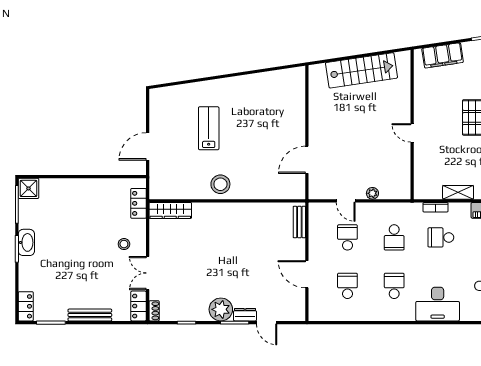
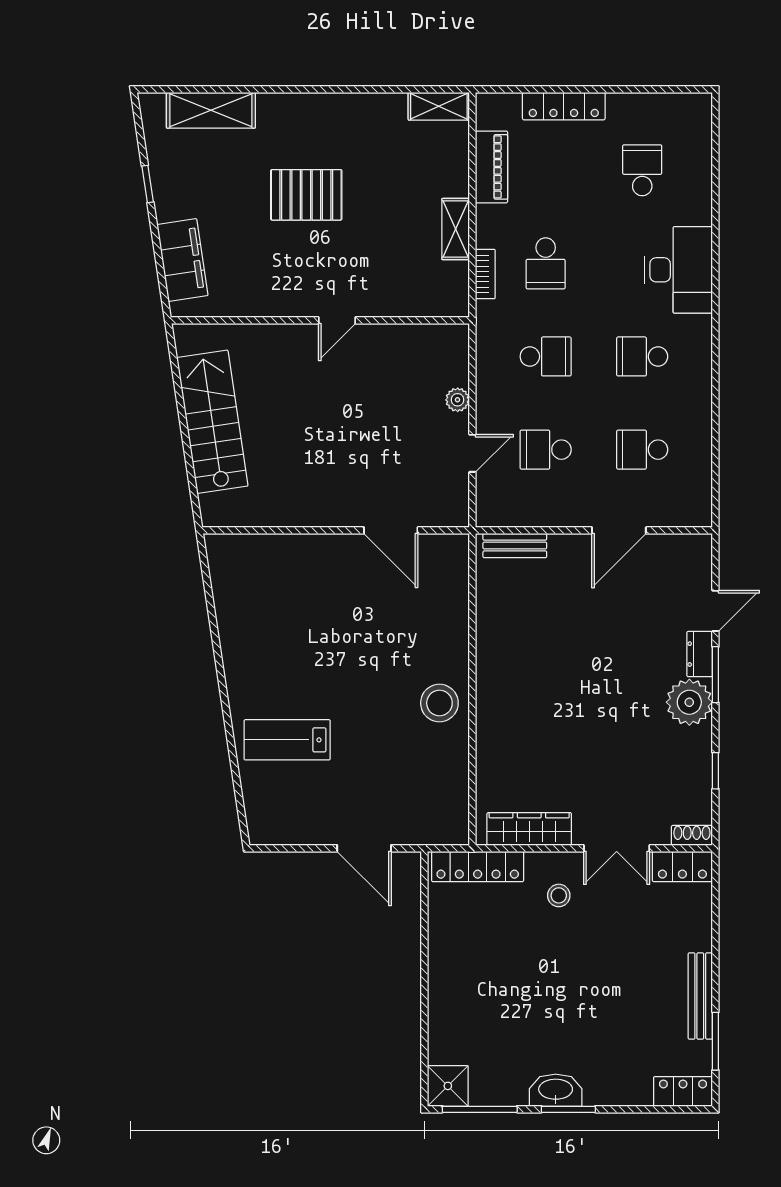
lab bench: (209, 128) -> (287, 740), moved
locker: (138, 203) -> (478, 867), width x1.53
wardrobe: (170, 210) -> (529, 829), moved, turned -90
bench: (90, 315) -> (700, 996), moved

